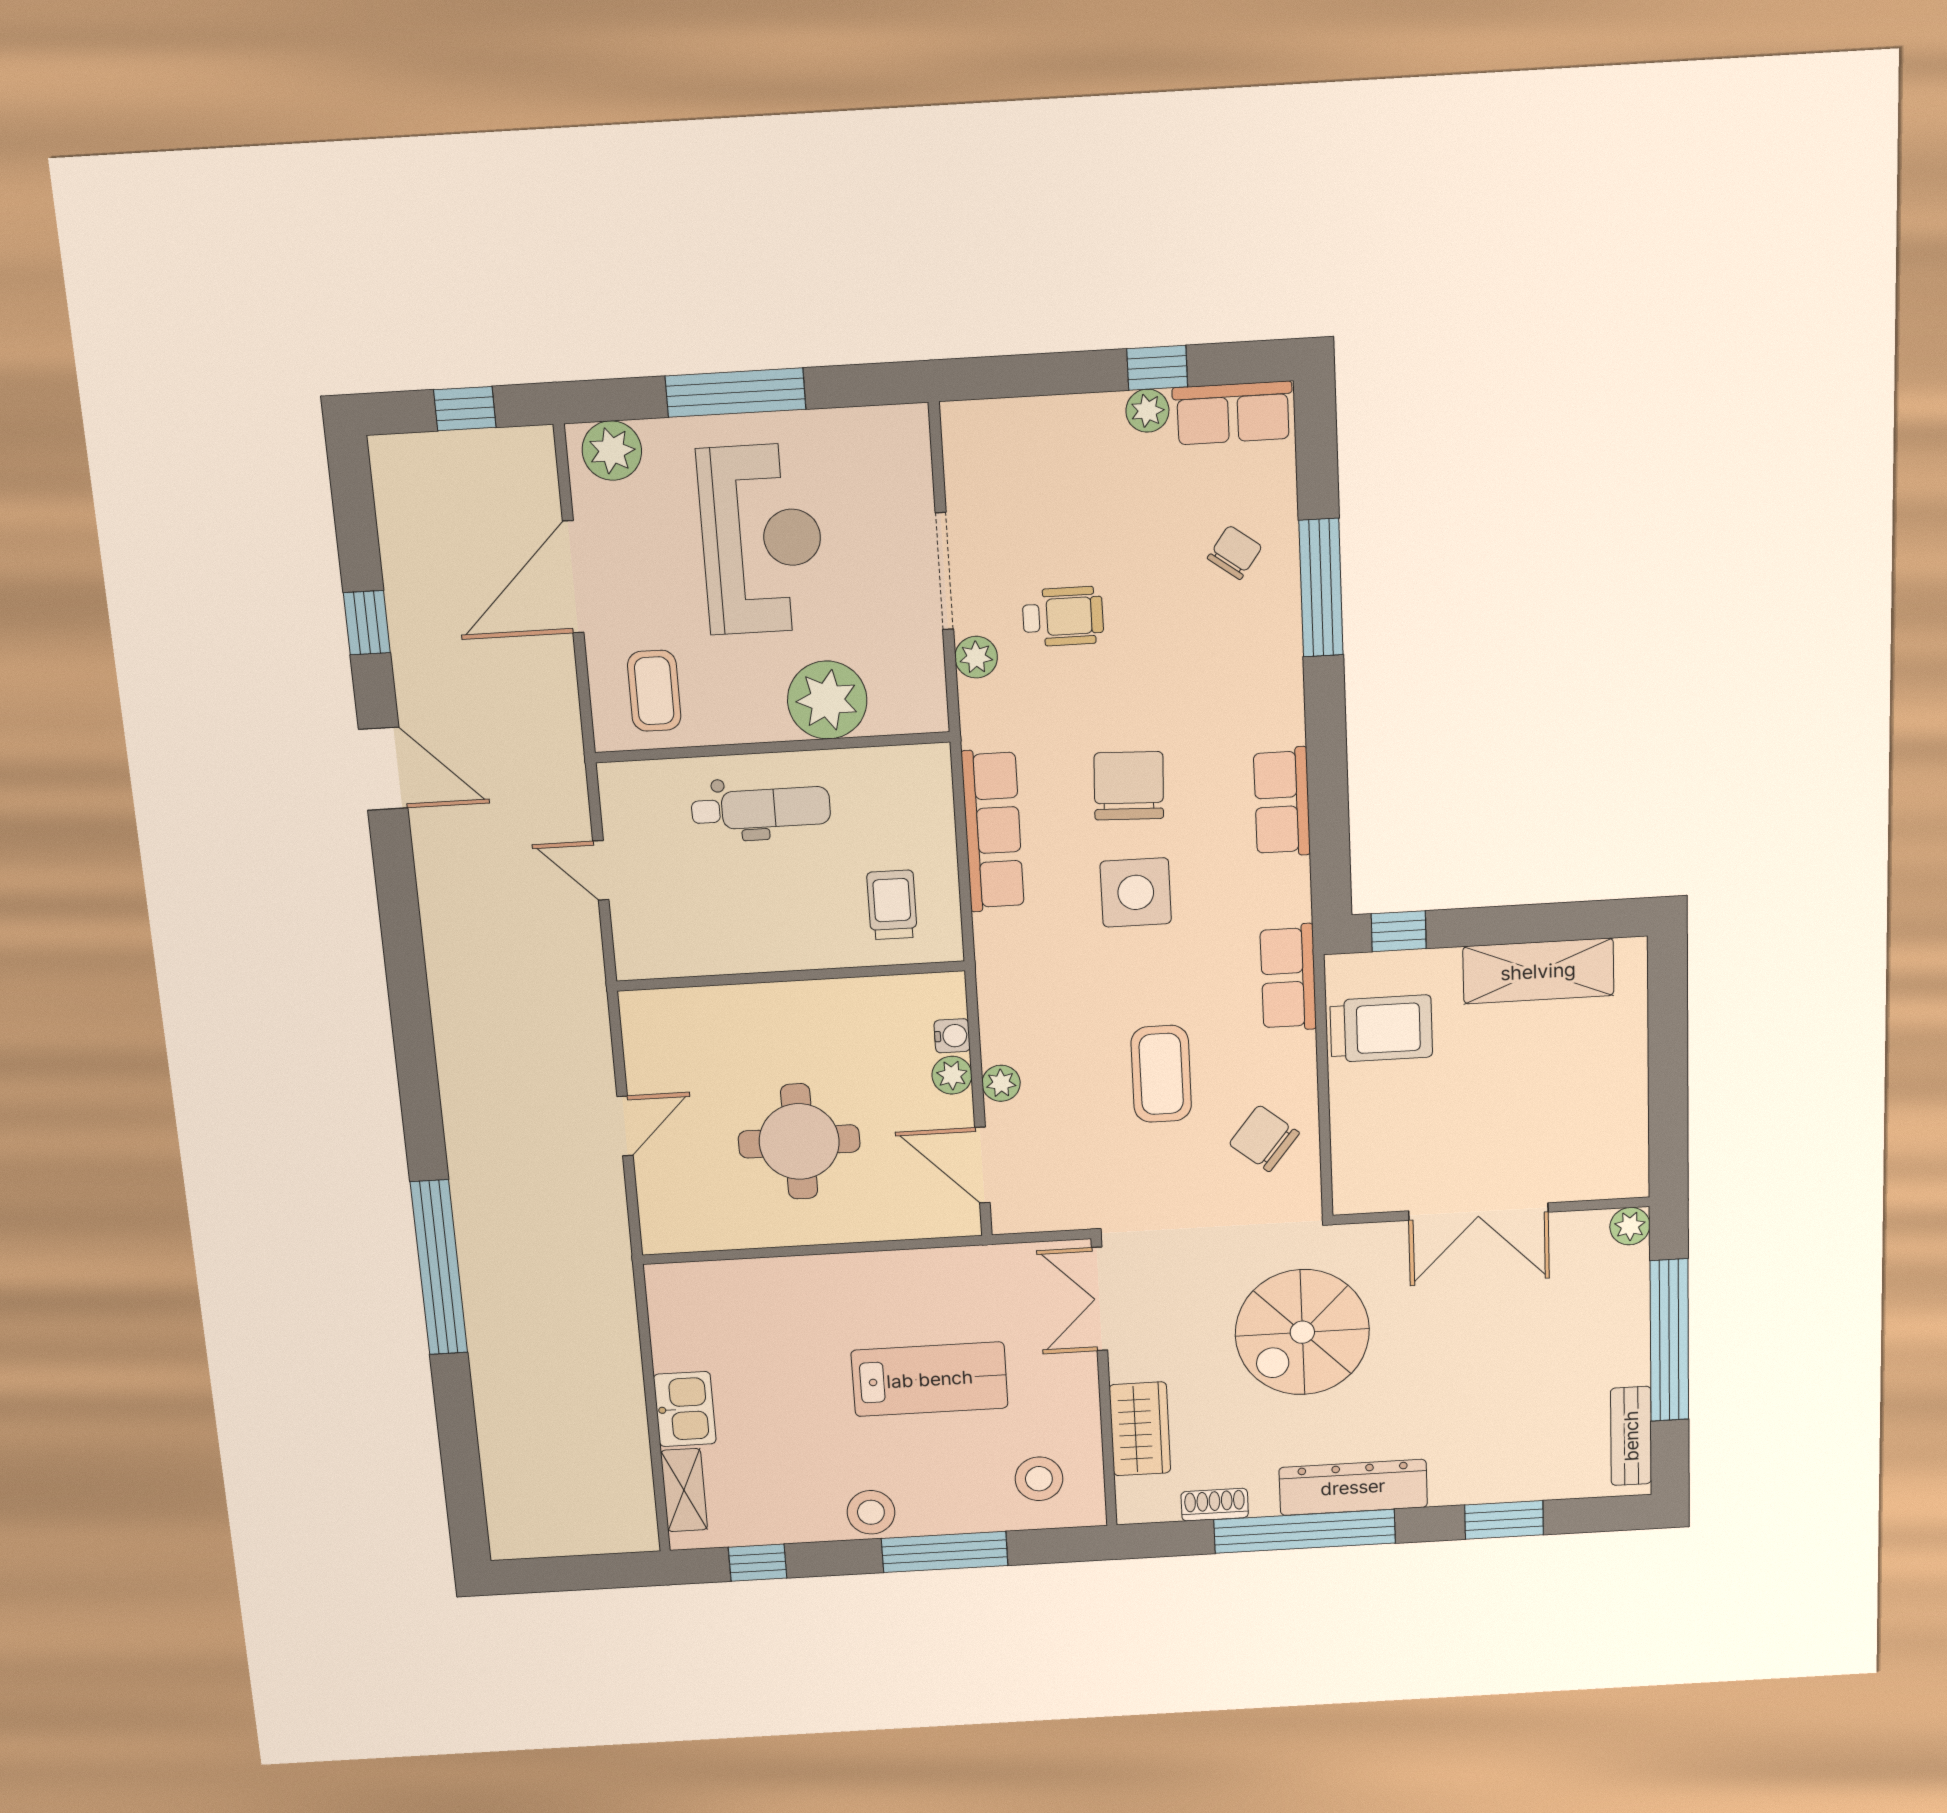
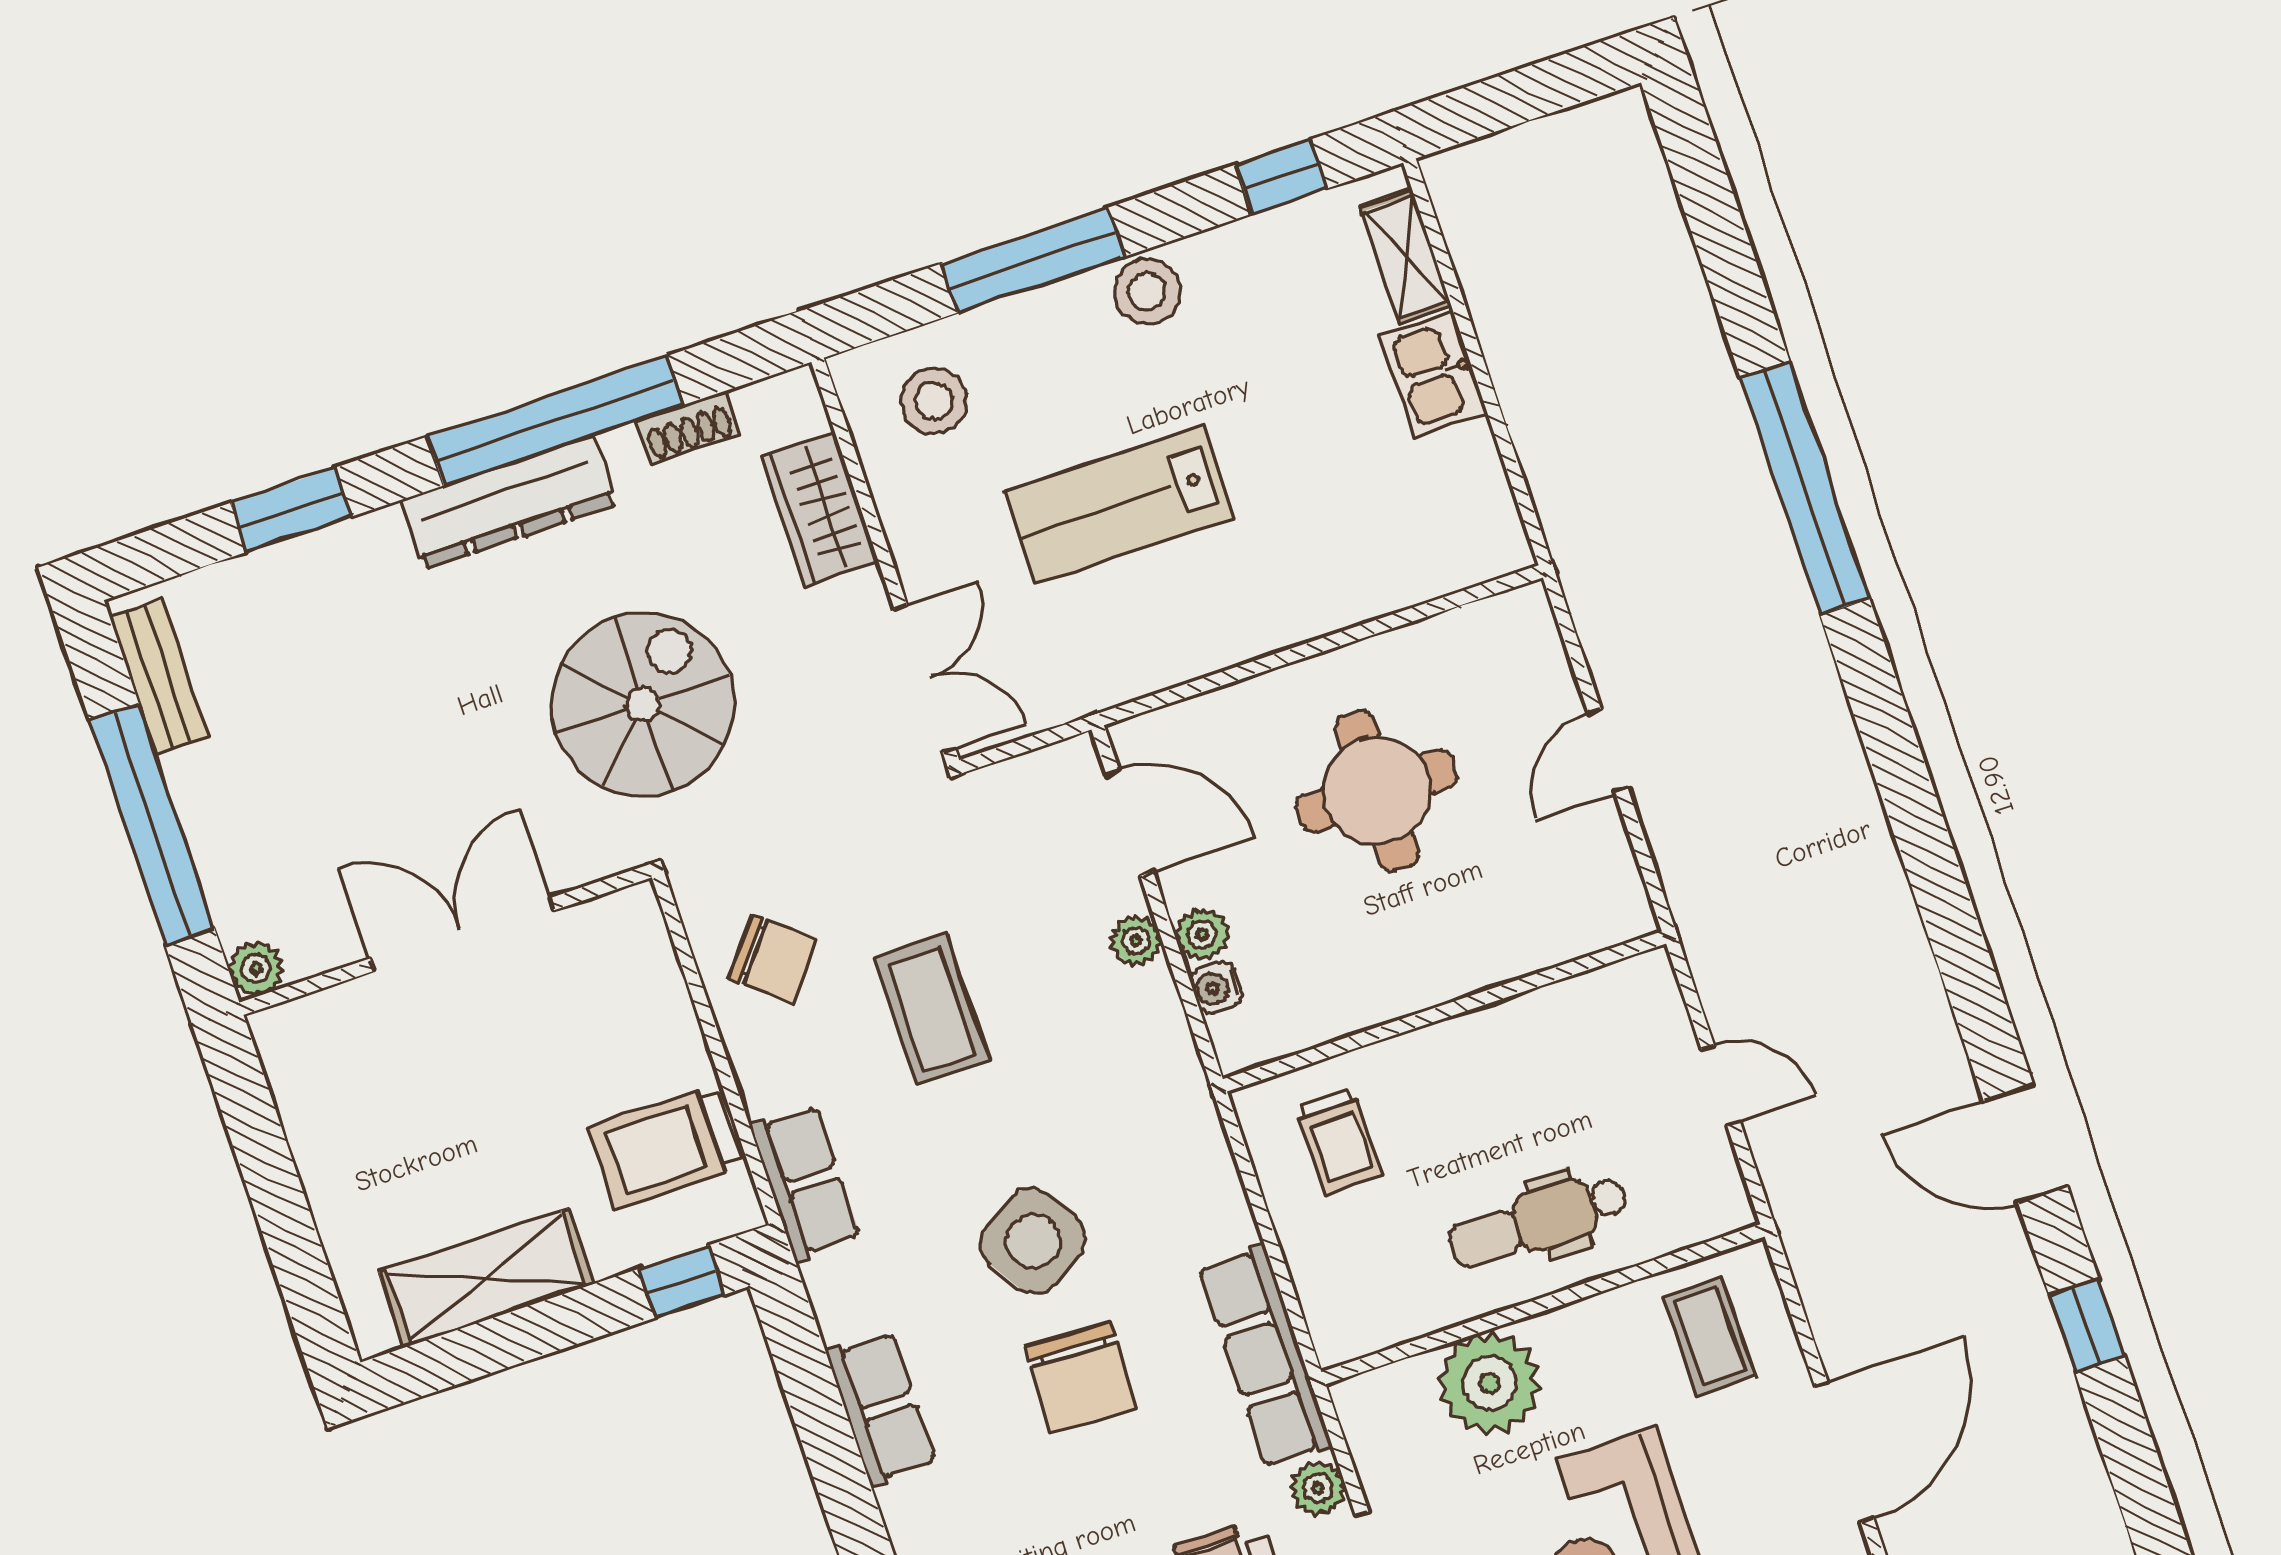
row of seats: (993, 830) -> (1265, 1357), moved
side table: (1136, 892) -> (1033, 1241), turned -32

